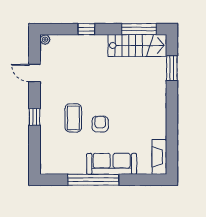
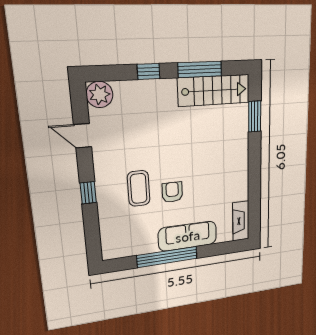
window: (139, 29) -> (200, 69), moved
plant: (45, 40) -> (100, 95), width x1.87, depth x1.87

